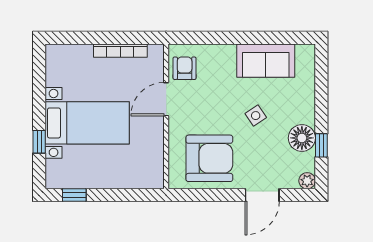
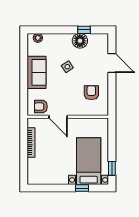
sofa: (266, 61) -> (37, 72), moved
bed with nightstands: (87, 123) -> (89, 161), moved
armchair: (209, 158) -> (91, 93), width x0.53, depth x0.53
plant: (307, 181) -> (38, 38), moved

